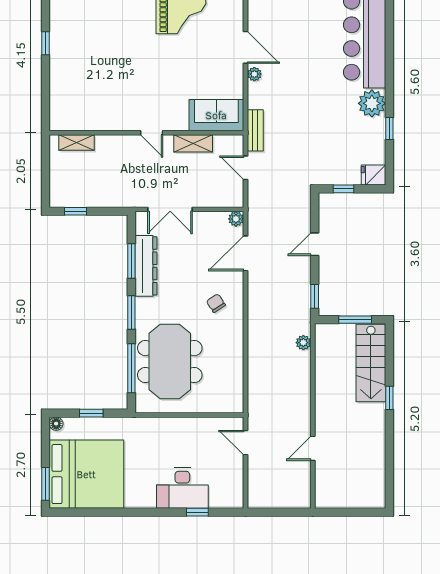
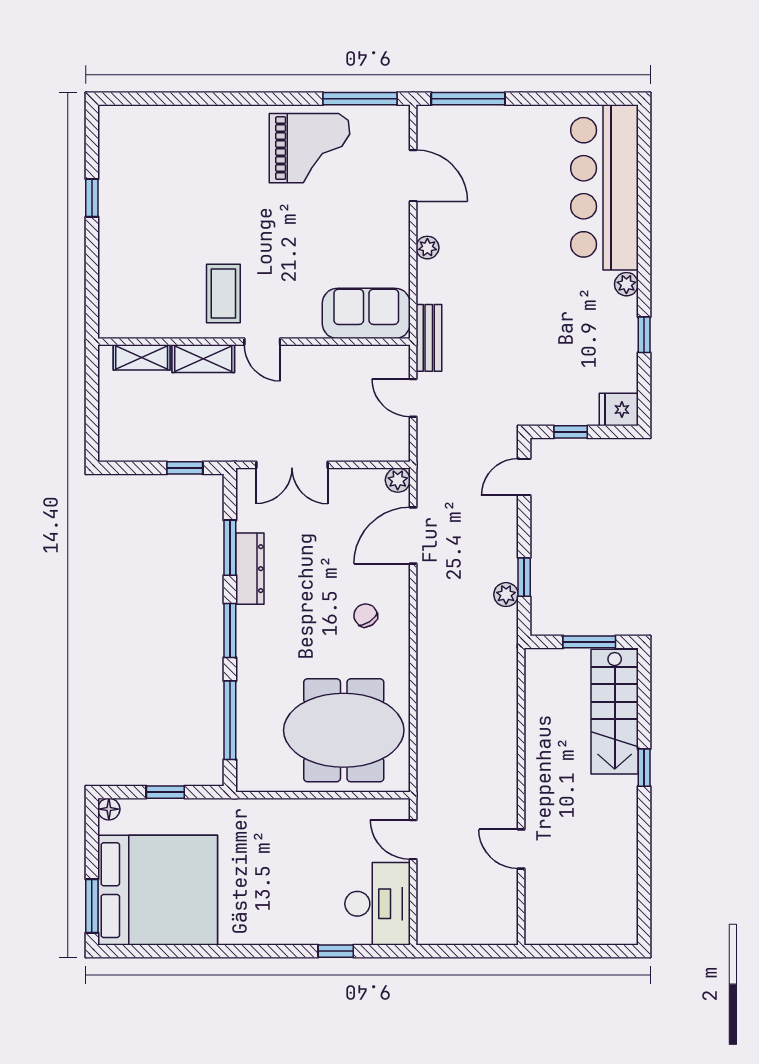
door: (245, 47) -> (413, 176), moved
coffee table: (127, 103) -> (223, 294), added
plant: (372, 103) -> (626, 284), width x0.53, depth x0.53
shelving: (193, 143) -> (203, 359), moved
window: (75, 211) -> (185, 468), moved
door: (315, 244) -> (524, 477), moved
dresser: (146, 266) -> (250, 569), width x0.73, depth x0.80
window: (315, 296) -> (524, 577), moved
plant: (303, 343) -> (506, 595), moved
meeting table: (170, 362) -> (344, 730), moved, turned 90
door: (313, 448) -> (521, 849), hinge flipped
desk: (182, 488) -> (377, 904), moved, turned -90

